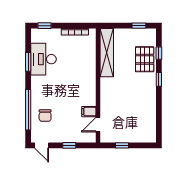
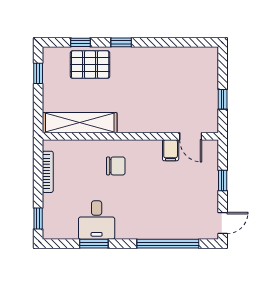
desk: (44, 59) -> (97, 220), width x0.73
chair: (45, 116) -> (116, 166), moved

